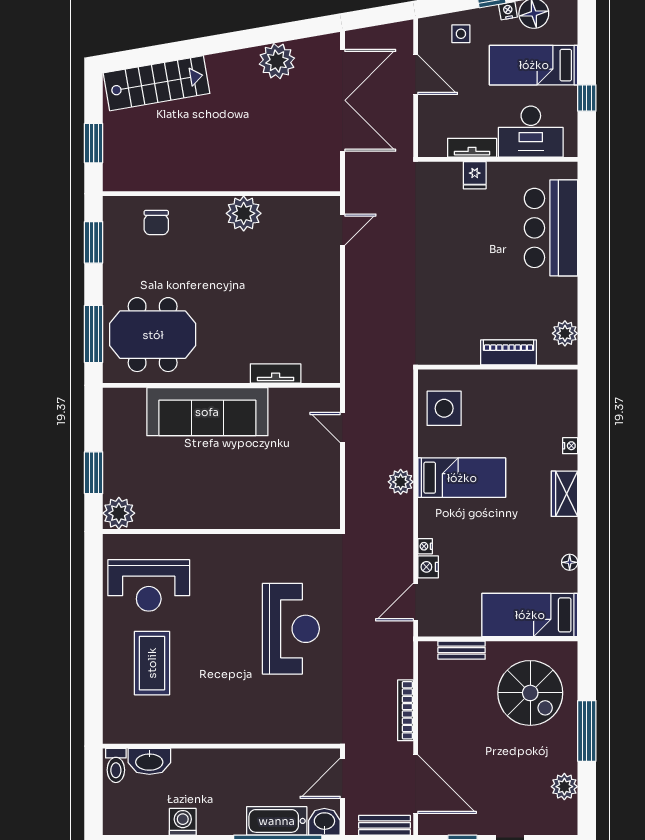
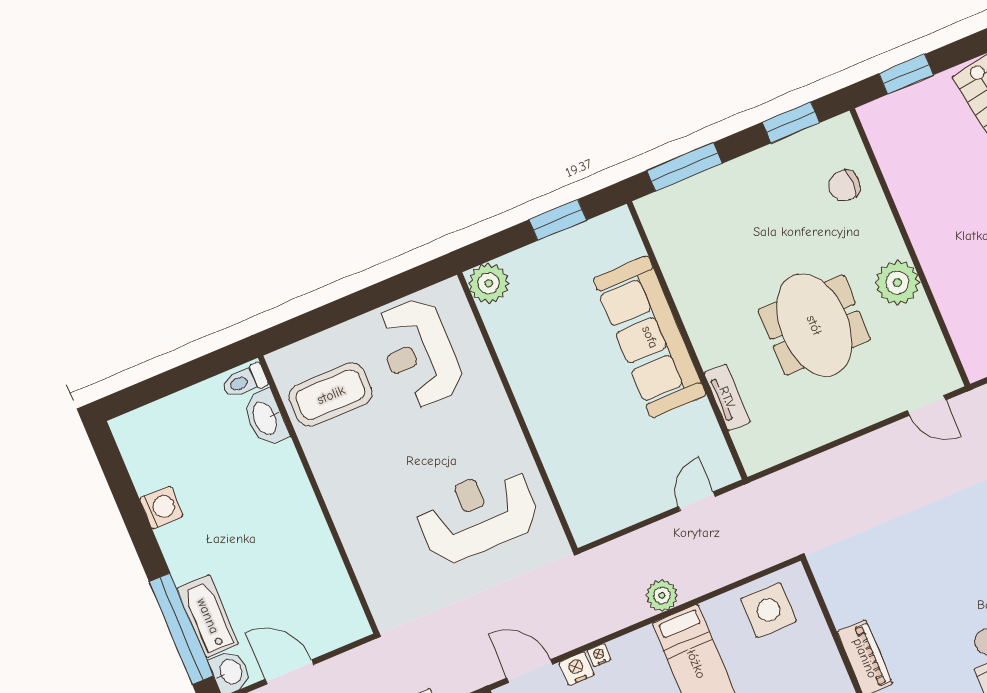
meeting table: (153, 335) -> (814, 325), moved
window: (94, 473) -> (558, 220), moved
reception desk: (291, 629) -> (477, 515), moved, turned 180
wall: (221, 746) -> (318, 495), moved
washbasin: (149, 761) -> (266, 418), moved
toilet: (116, 765) -> (245, 381), moved

